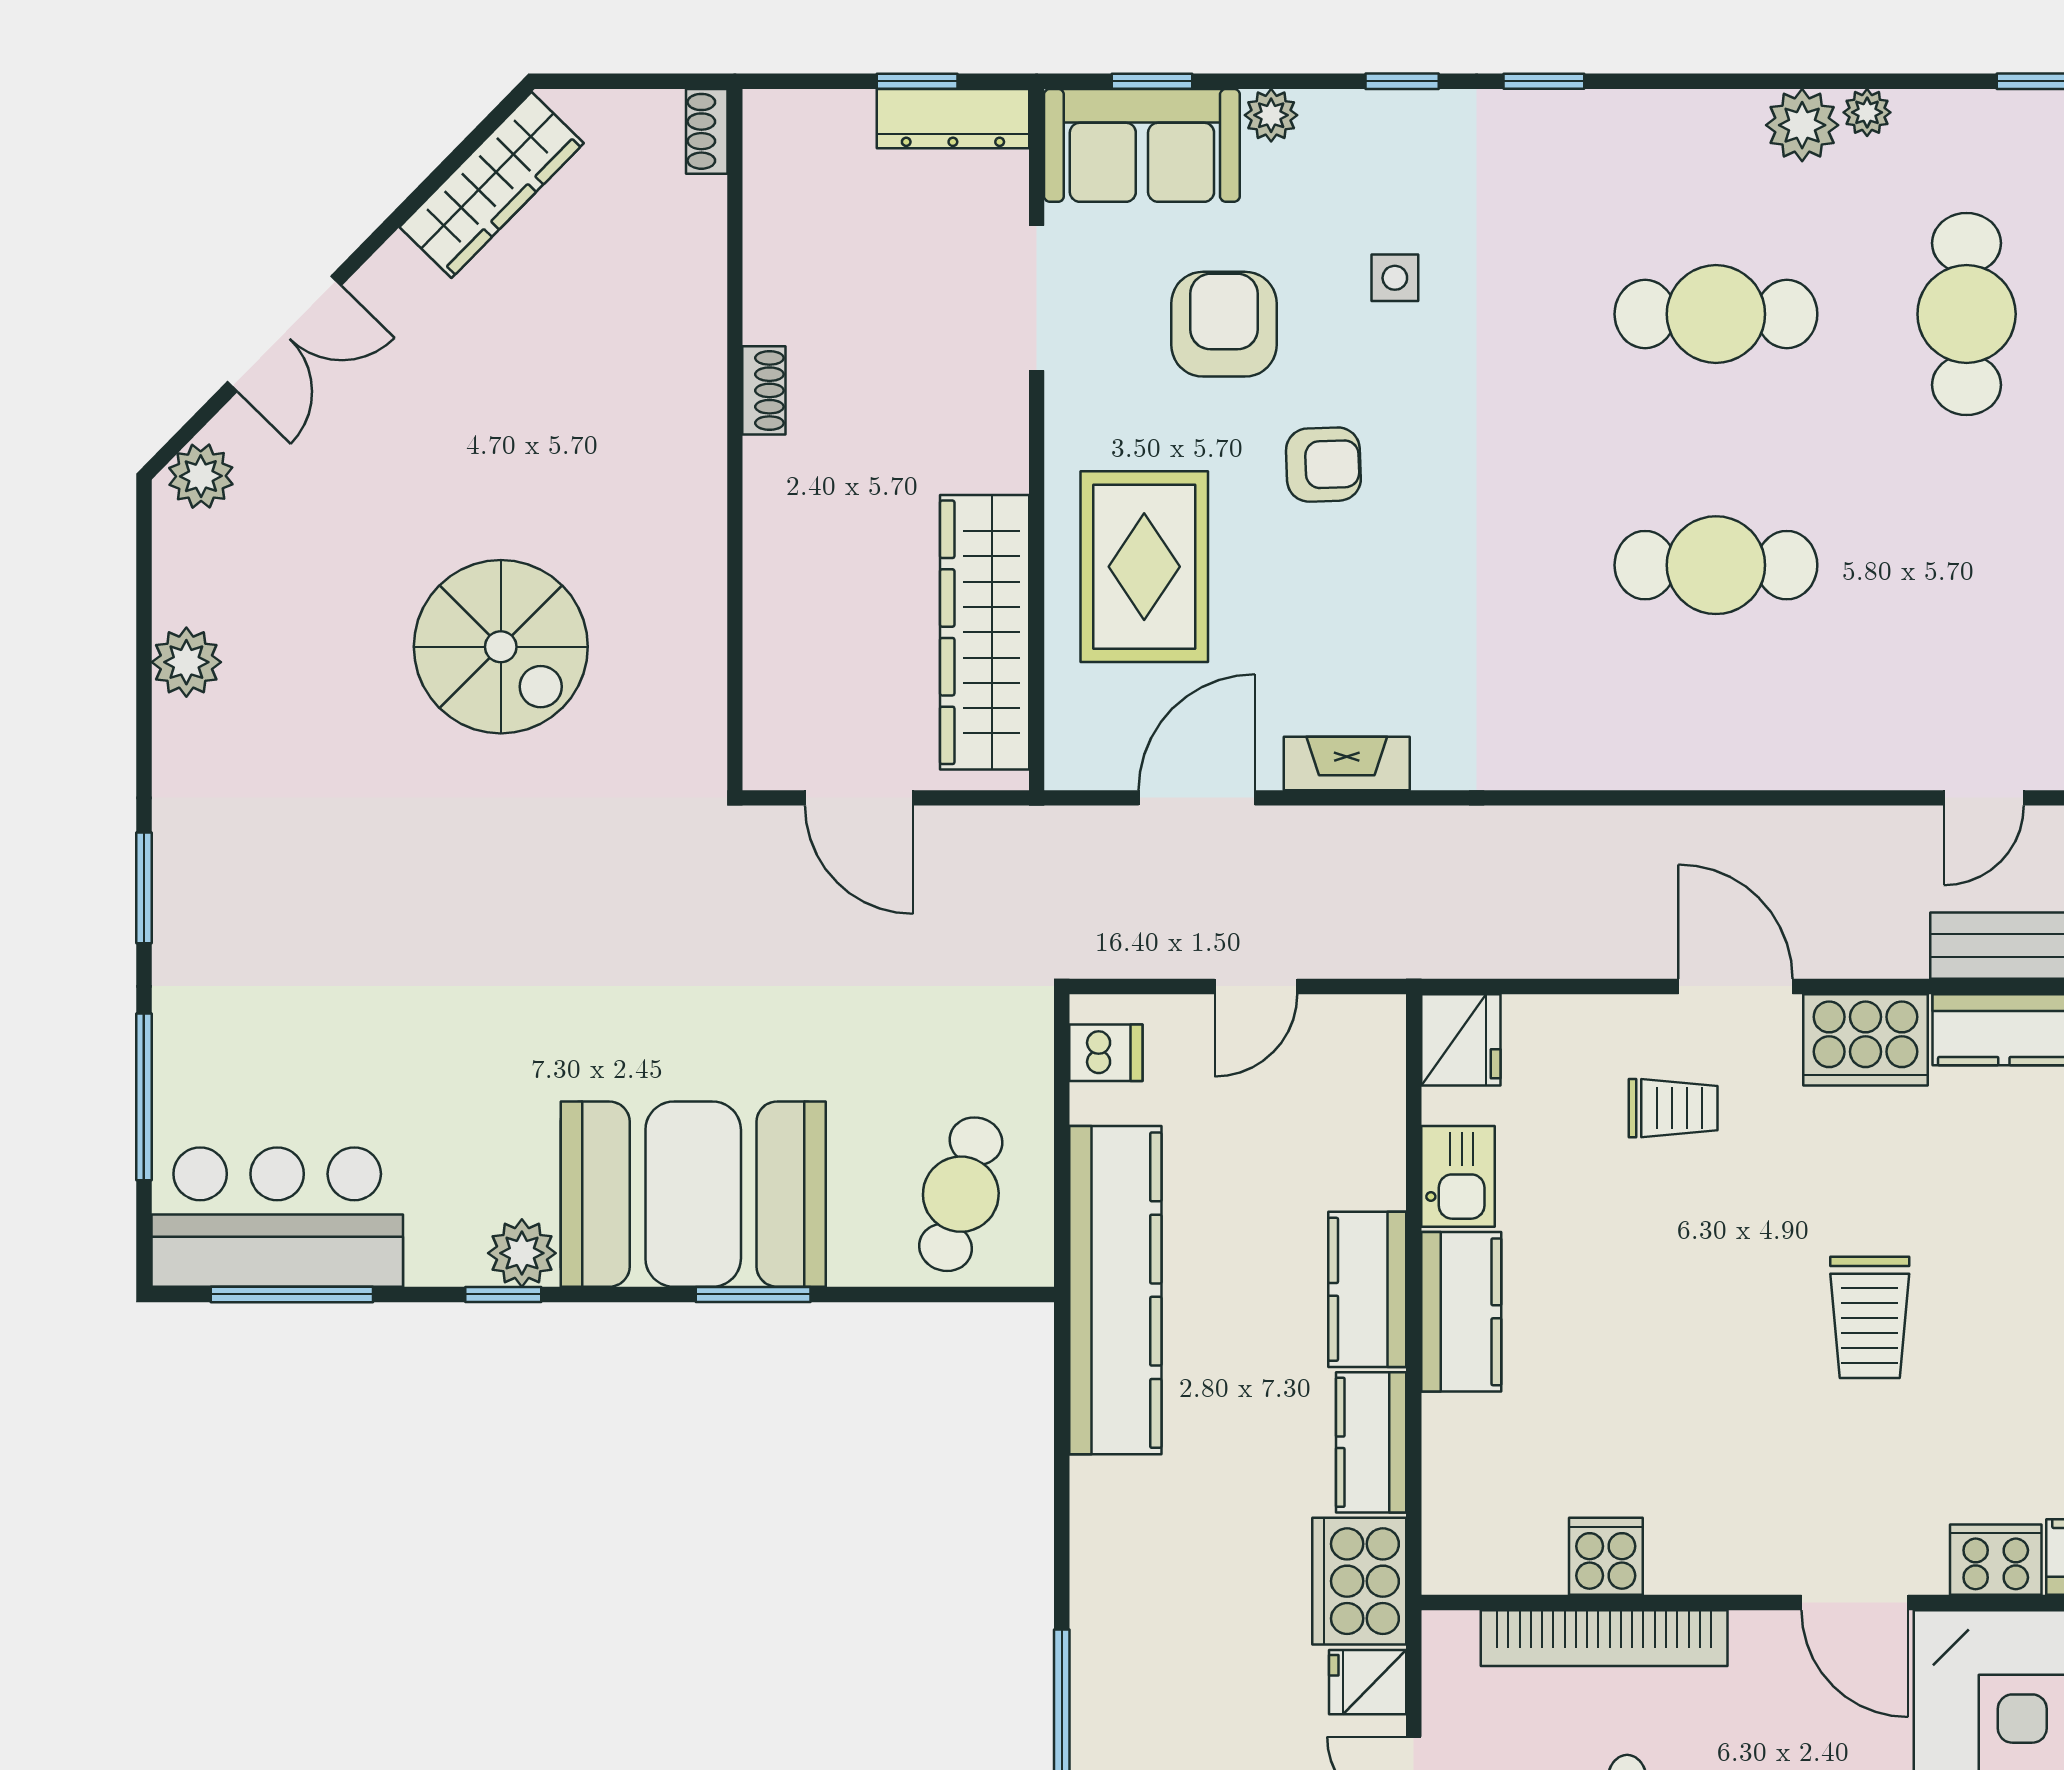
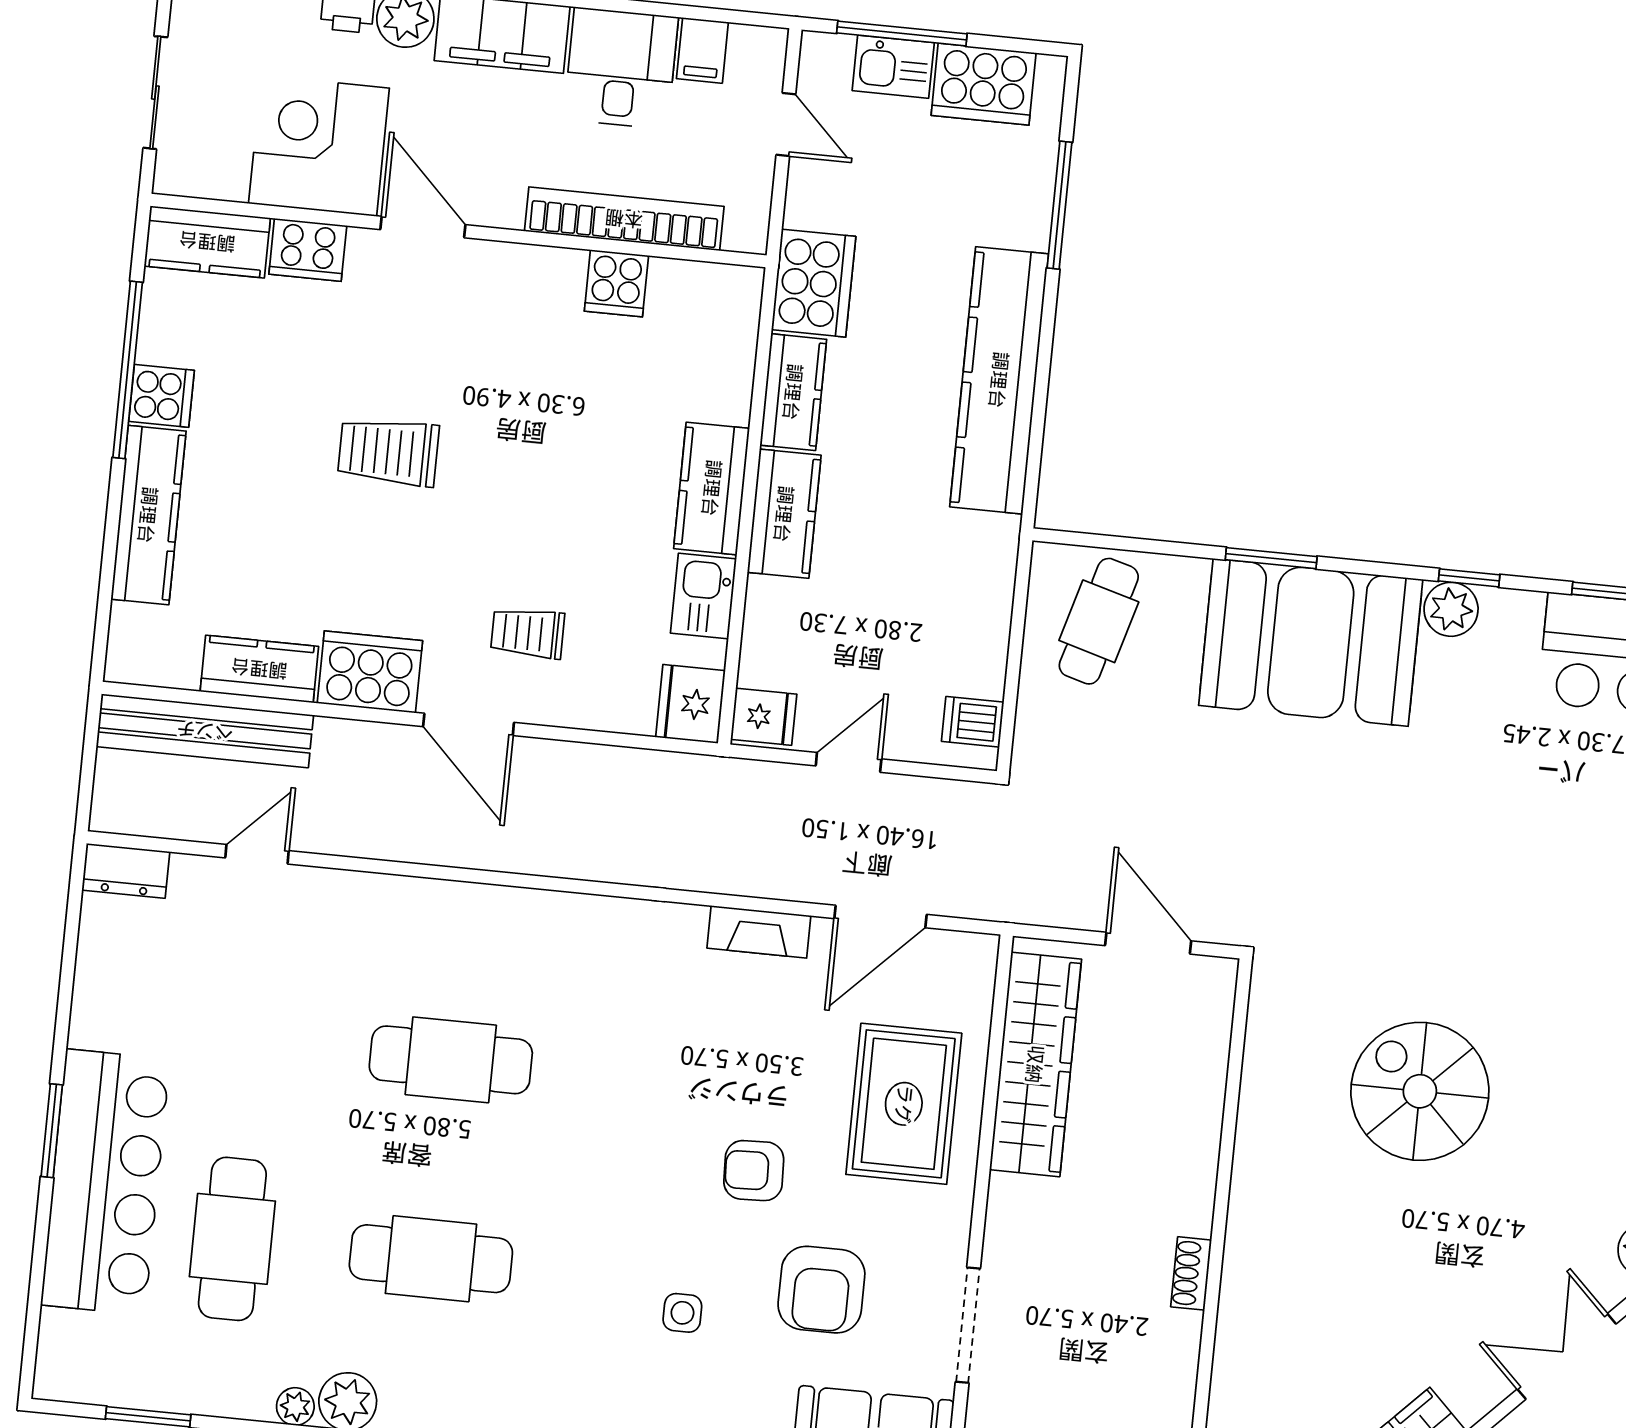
kitchen counter: (1115, 1290) -> (999, 380), moved
trolley: (1870, 1317) -> (388, 452), turned -90
fridge: (1368, 1682) -> (764, 717), moved

